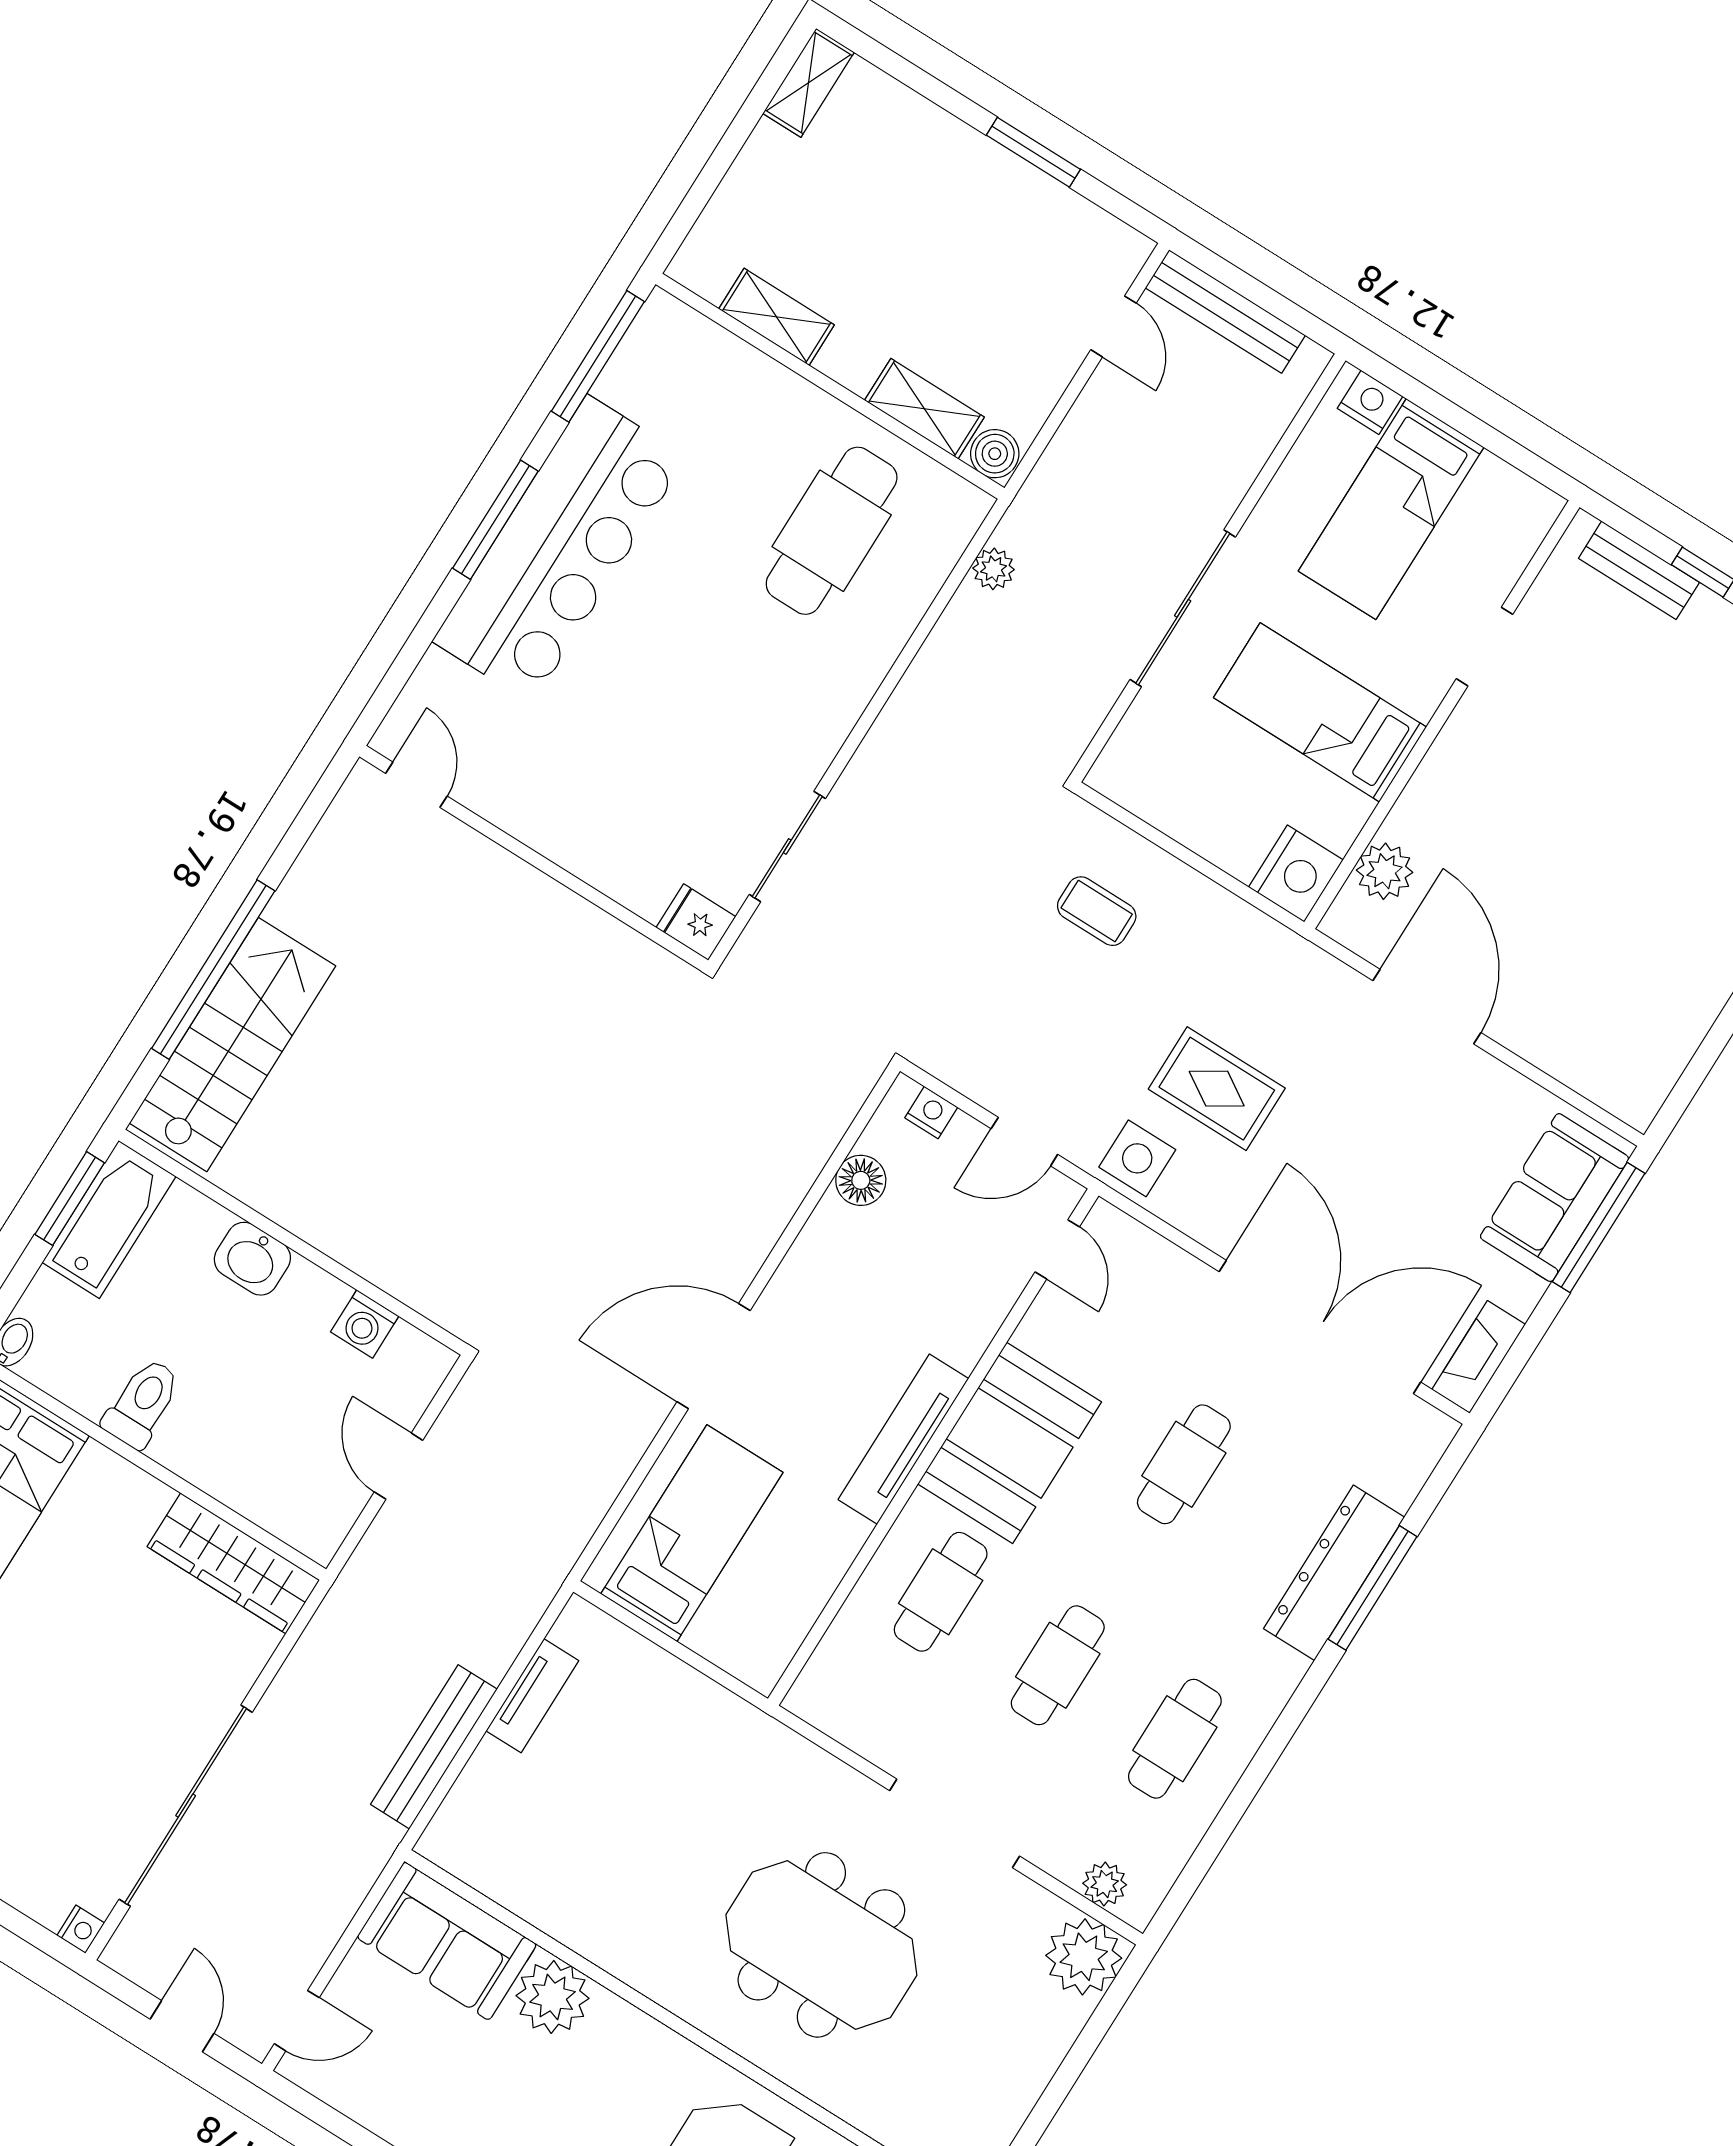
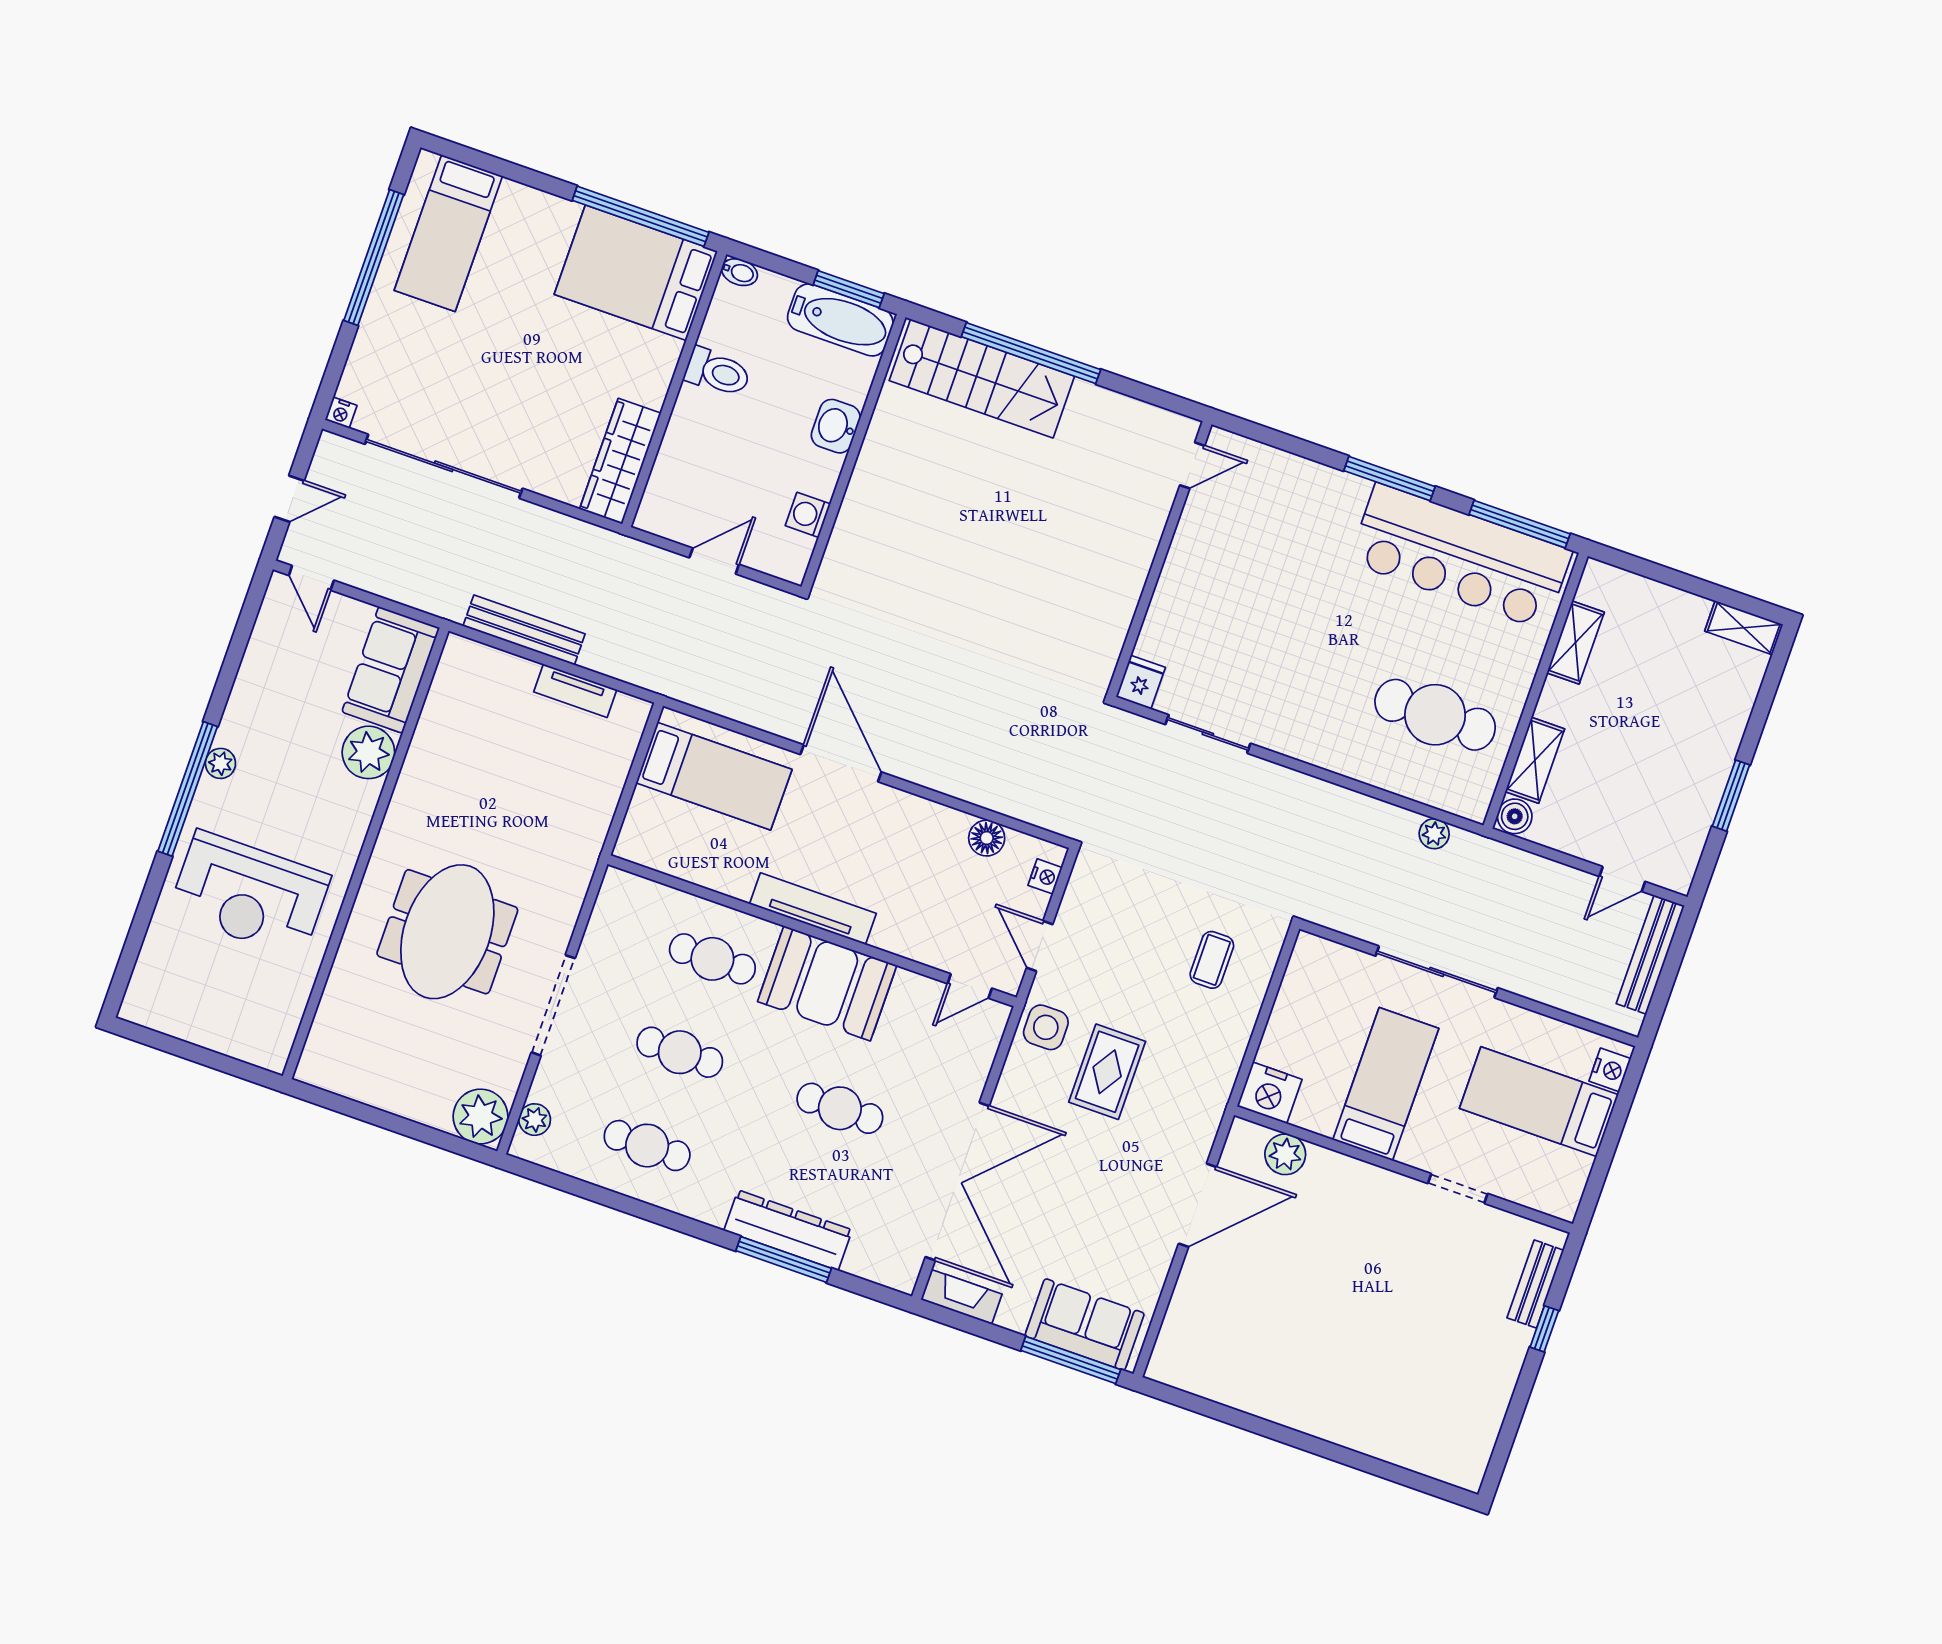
bar counter: (560, 549) -> (1460, 557), moved

